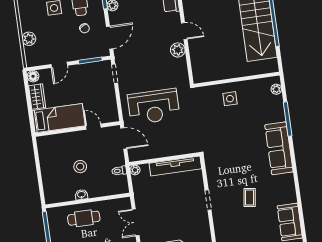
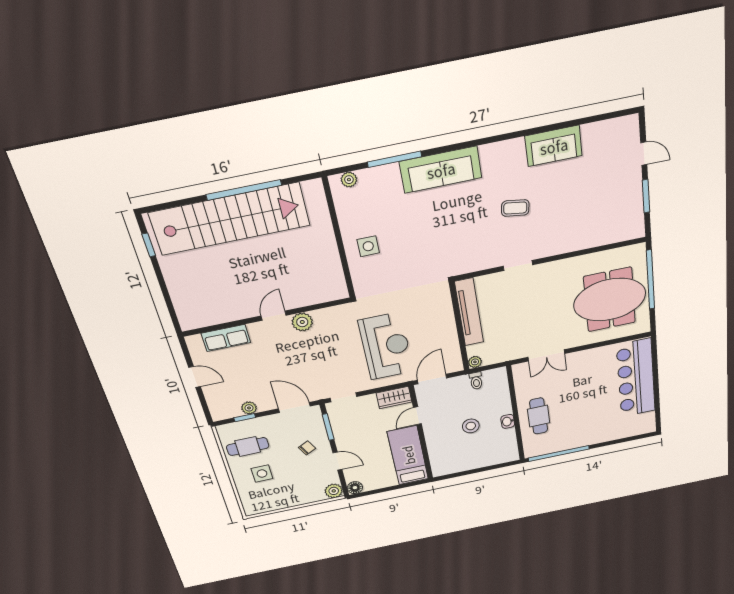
chair: (84, 28) -> (307, 448), moved
plant: (29, 39) -> (334, 491), moved
wardrobe: (37, 97) -> (394, 398), moved, turned 180

